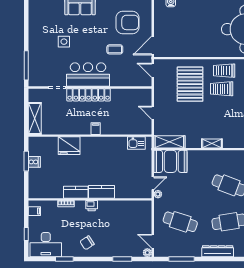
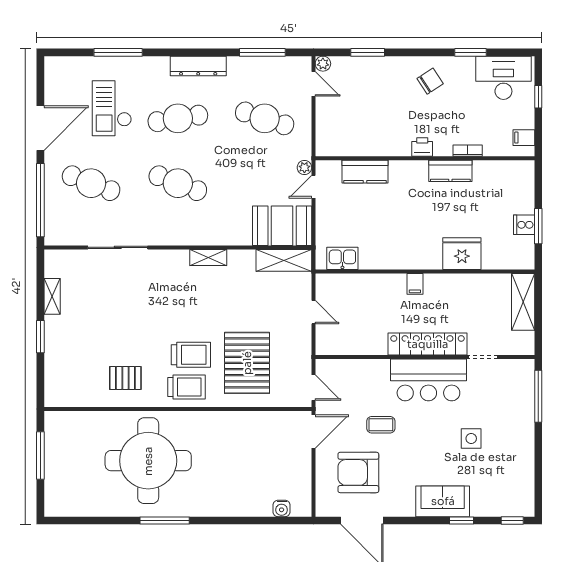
kitchen counter: (102, 192) -> (365, 172), moved

